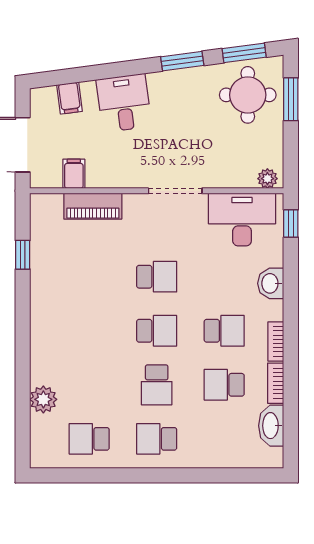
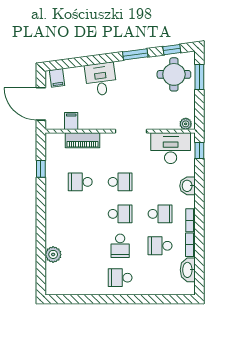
window: (244, 53) -> (172, 50), width x0.67
filing cabinet: (69, 98) -> (57, 78), moved
school desk: (89, 439) -> (80, 182), moved

